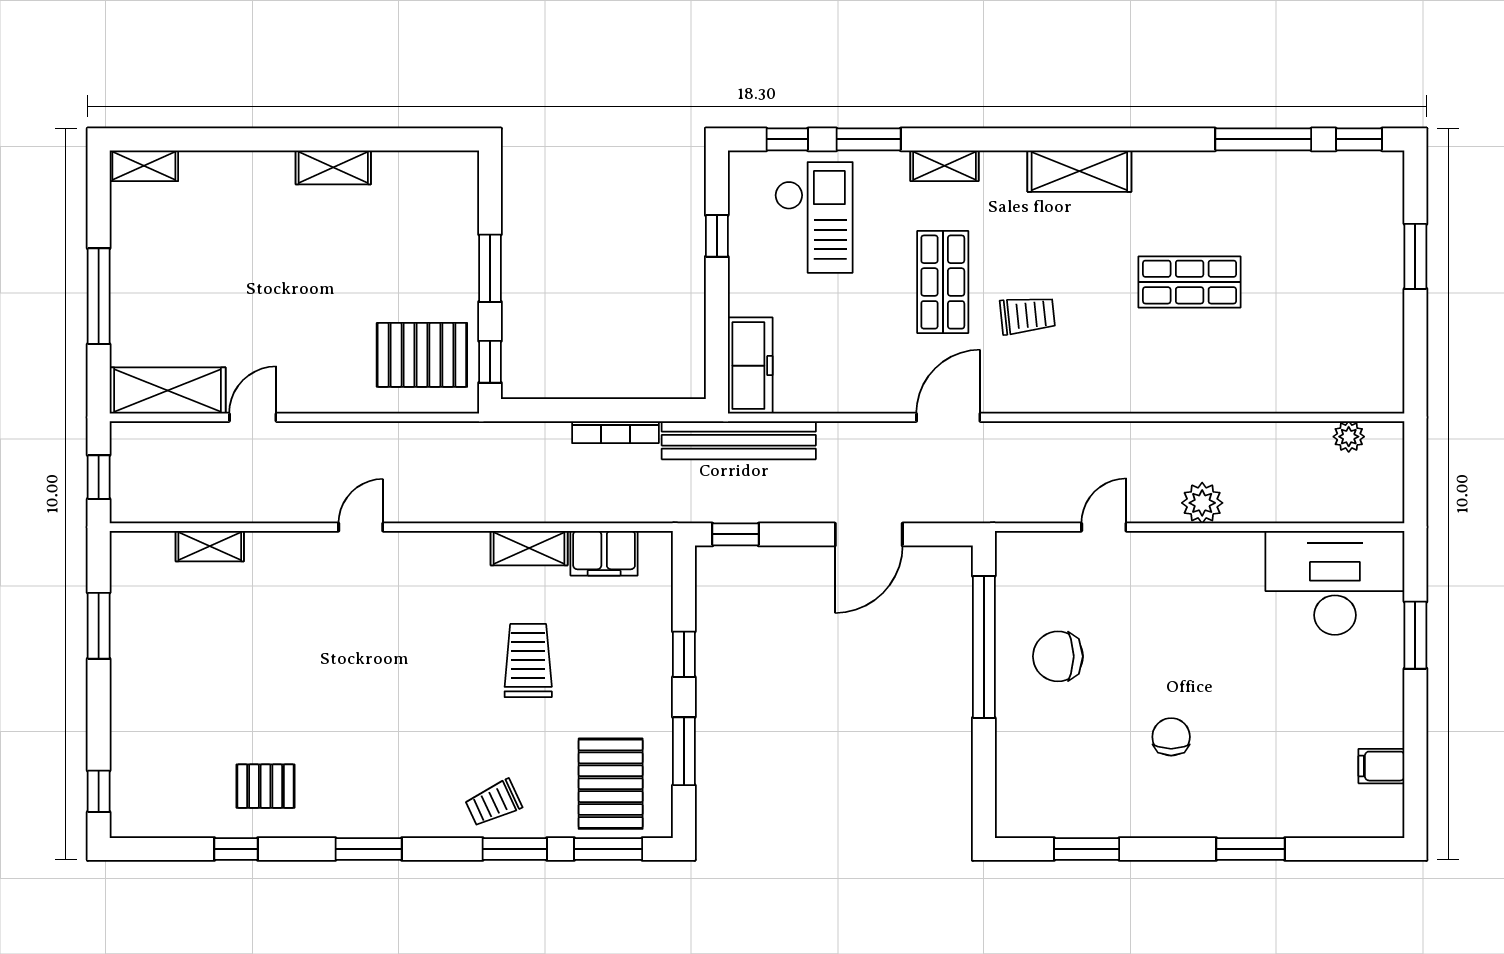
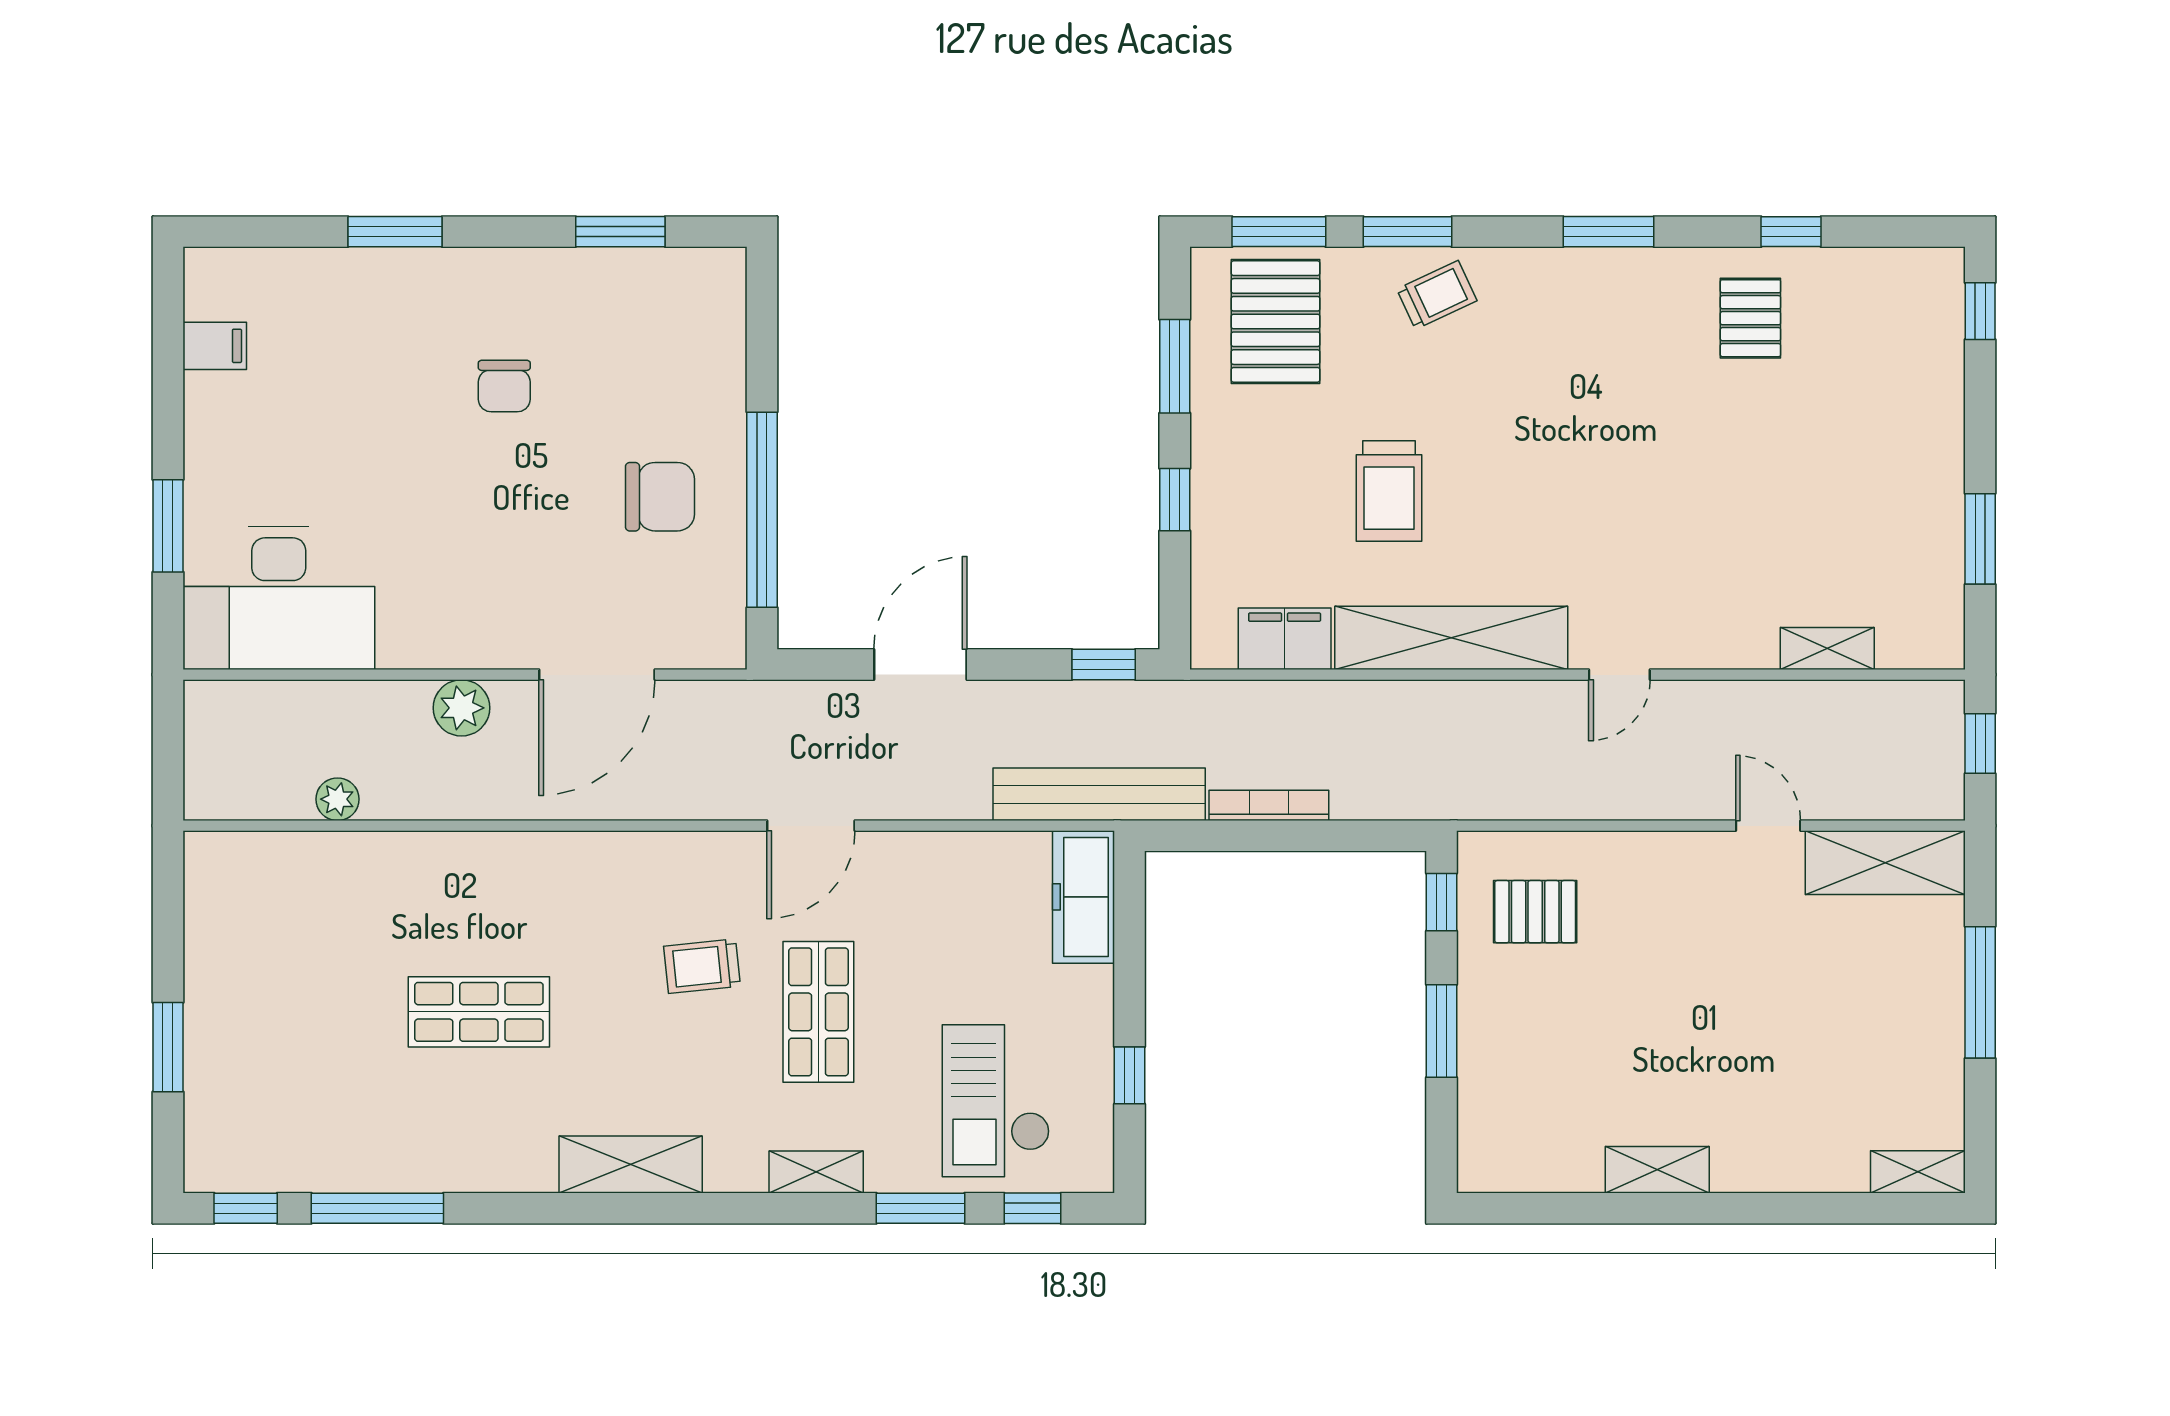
pallet: (422, 355) -> (1535, 912), width x0.67, depth x0.71
door: (253, 417) -> (1768, 826), swing flipped
plant: (1349, 437) -> (337, 799), moved
door: (1104, 527) -> (597, 675), width x1.87
shelving: (529, 548) -> (1451, 638), width x2.20, depth x1.33
pallet: (266, 786) -> (1750, 318), turned 90

